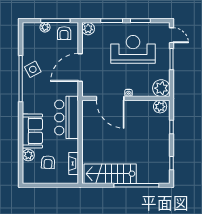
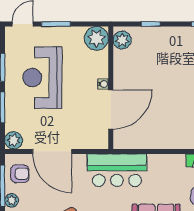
door: (80, 67) -> (52, 151), moved
bar counter: (67, 117) -> (117, 170), moved

